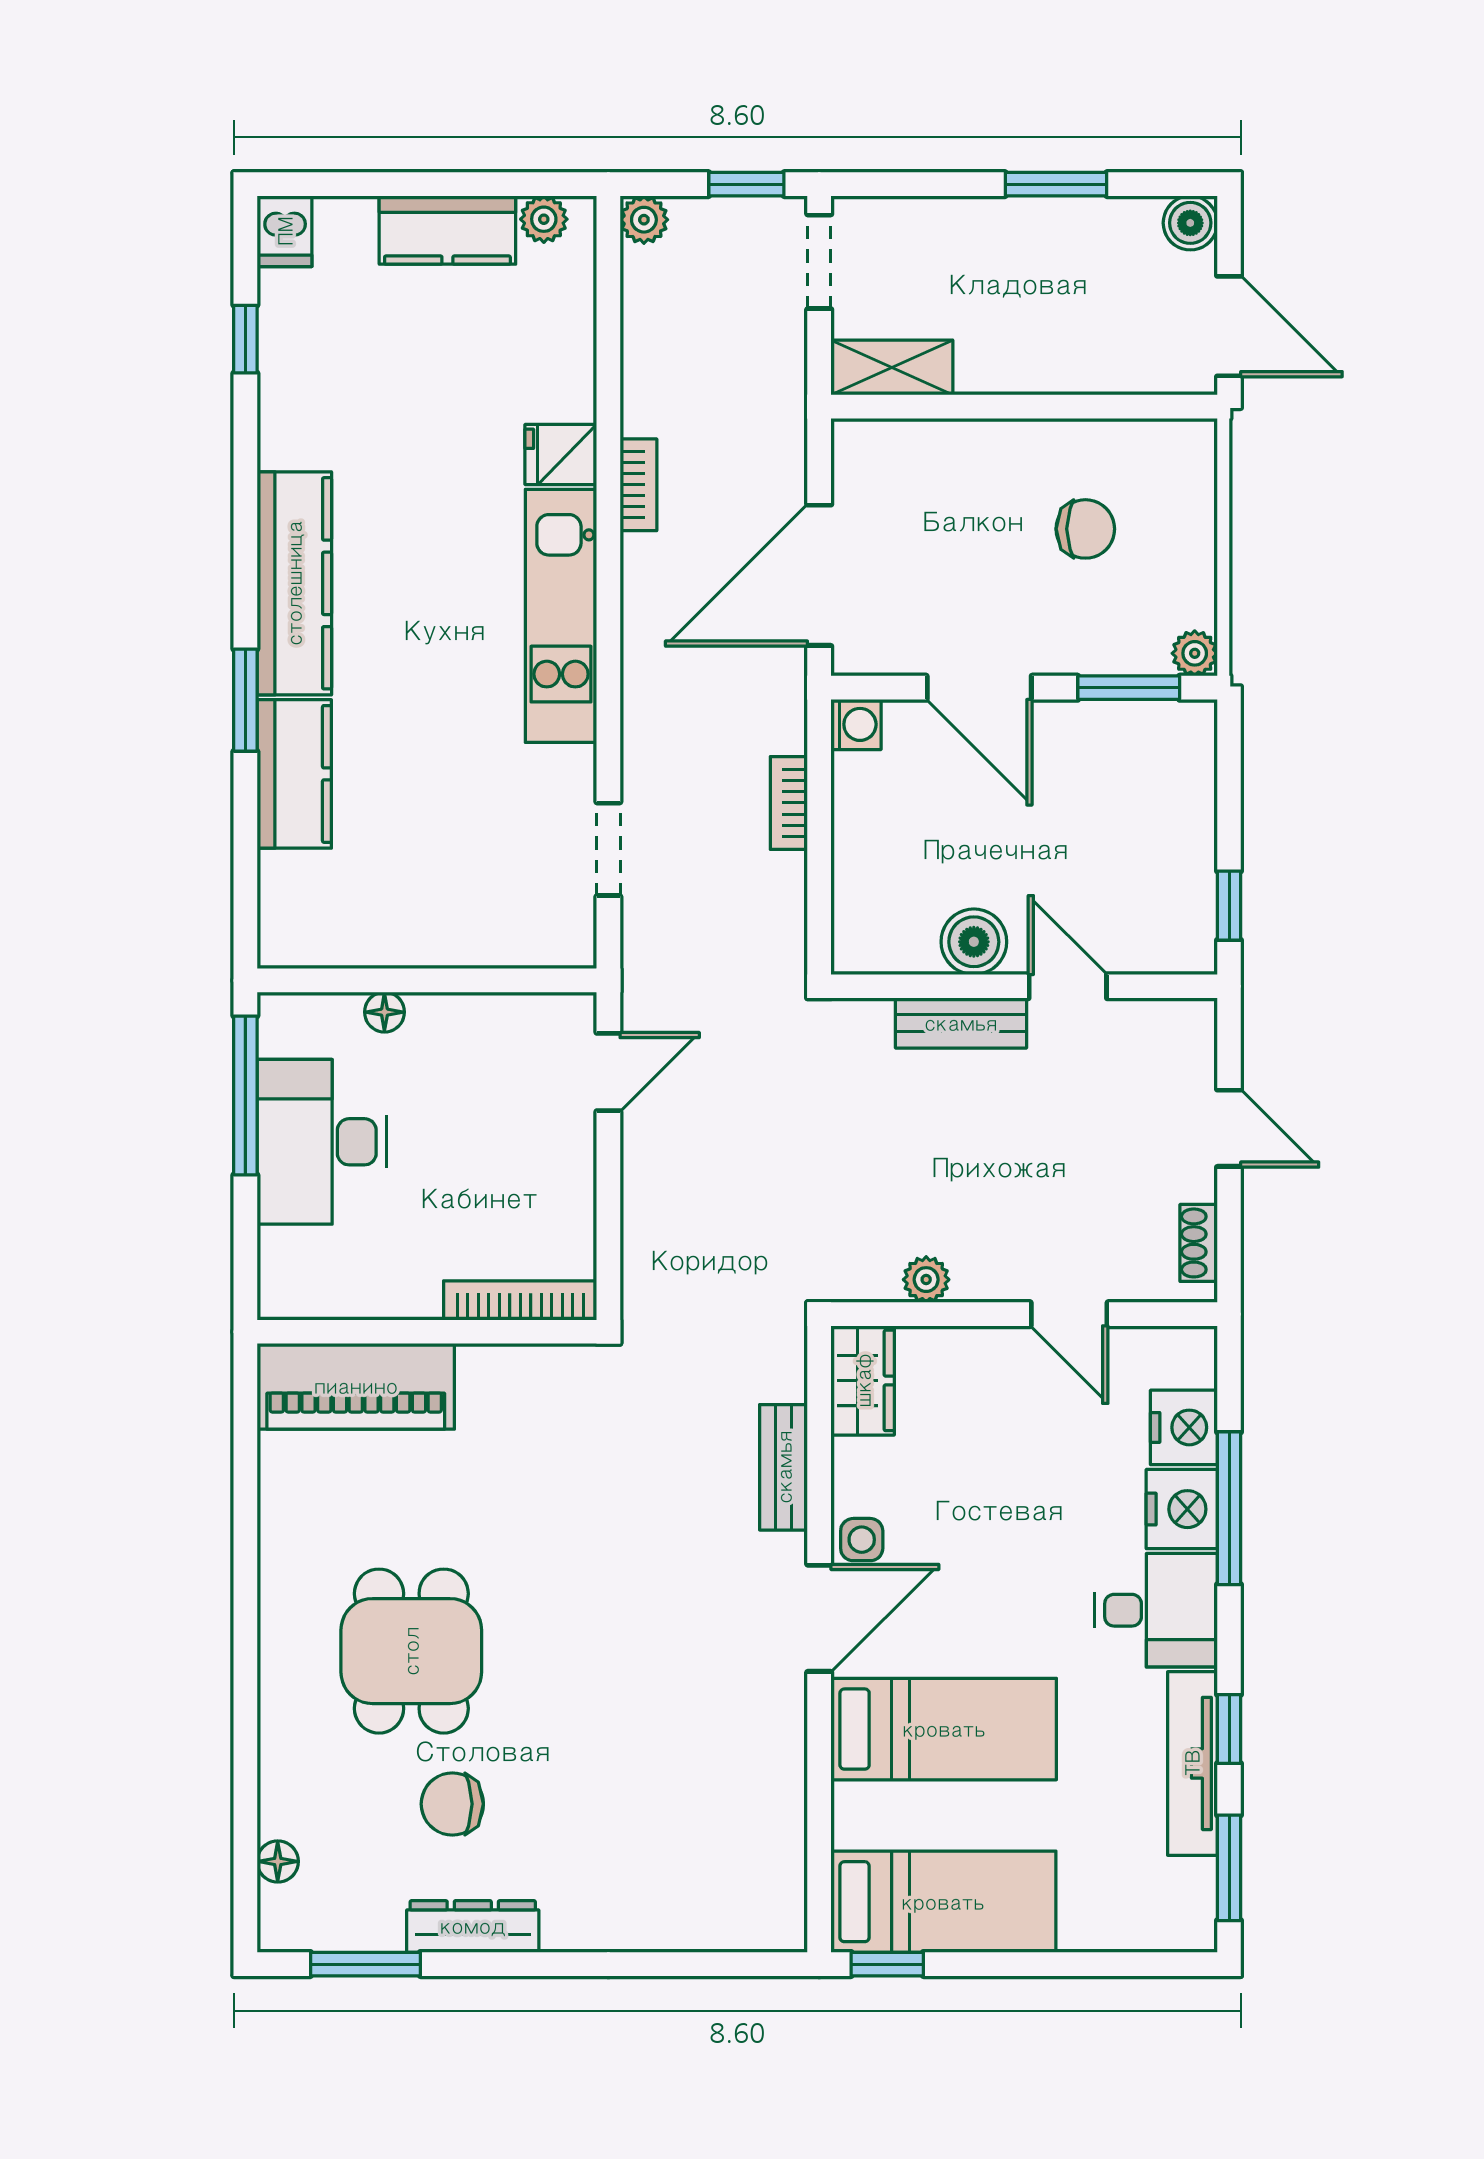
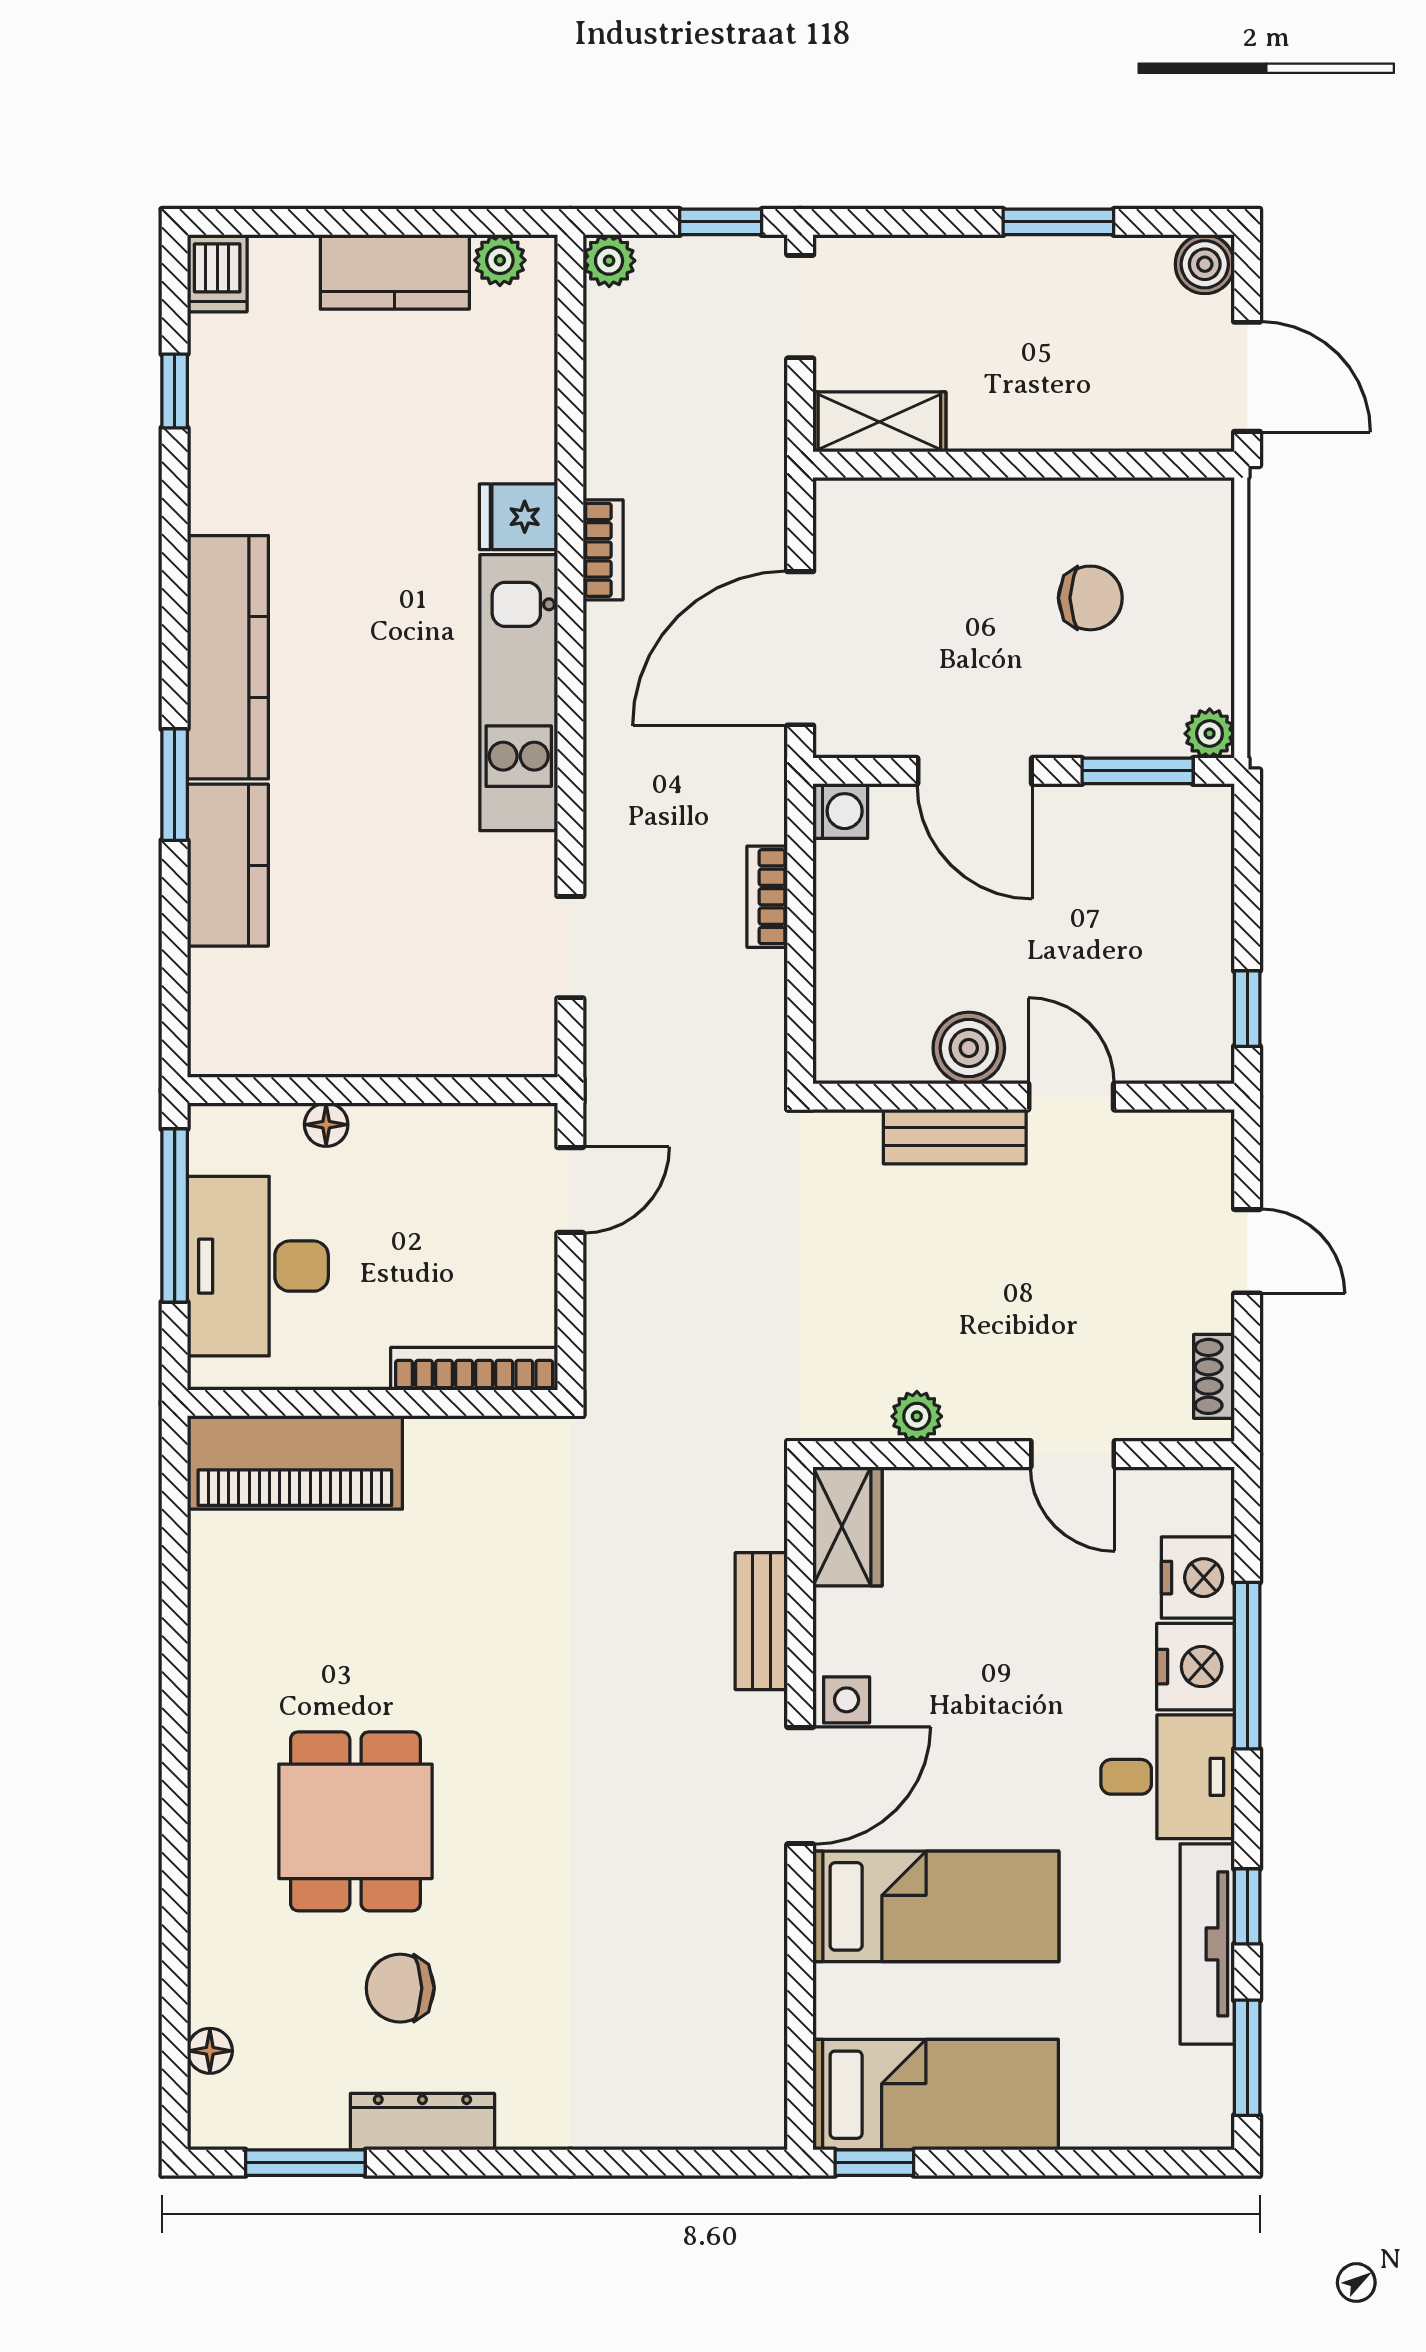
bookcase: (520, 1300) -> (474, 1369), moved
wall: (427, 1332) -> (372, 1403), moved
piano: (356, 1386) -> (295, 1462), moved

